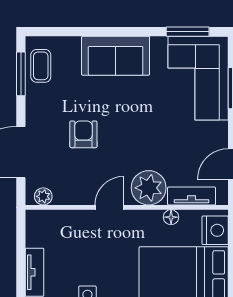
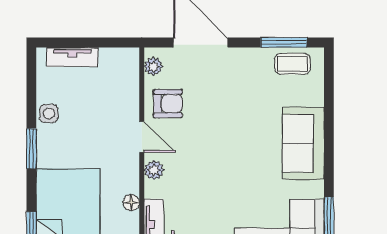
armchair: (83, 134) -> (168, 104), moved
plant: (149, 188) -> (154, 170), width x0.53, depth x0.53

